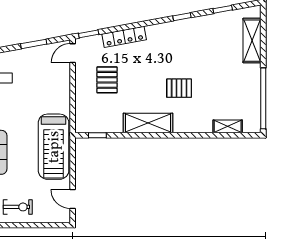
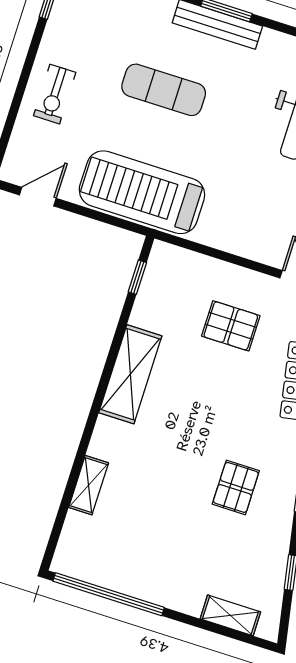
shelving: (252, 41) -> (230, 615), width x0.67, depth x0.75
pallet: (179, 88) -> (236, 487), moved
shelving: (228, 126) -> (89, 485), moved

